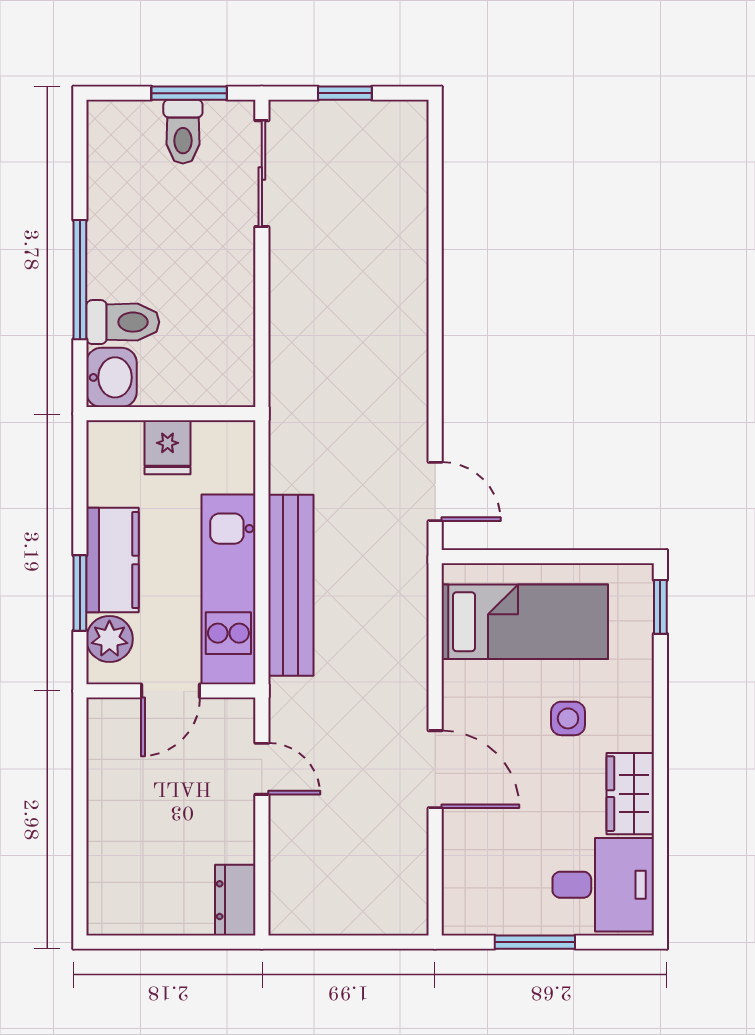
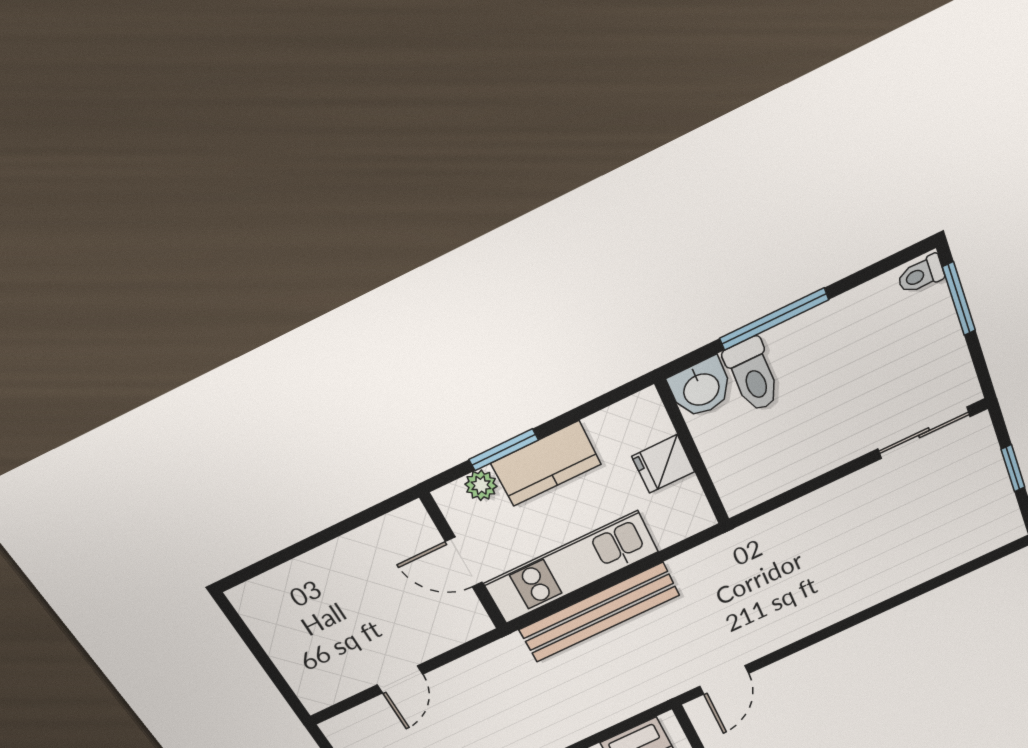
window: (189, 93) -> (959, 299), moved
toilet: (183, 132) -> (921, 275), moved, width x0.73, depth x0.72
plant: (109, 639) -> (481, 485), width x0.73, depth x0.73
door: (262, 769) -> (400, 679), moved
dresser: (235, 900) -> (328, 689), removed

